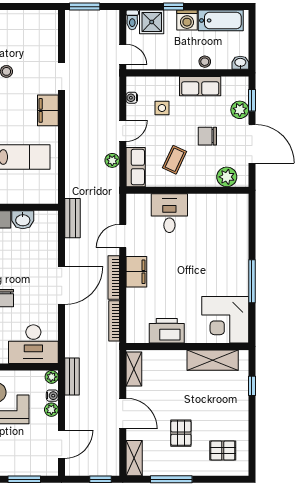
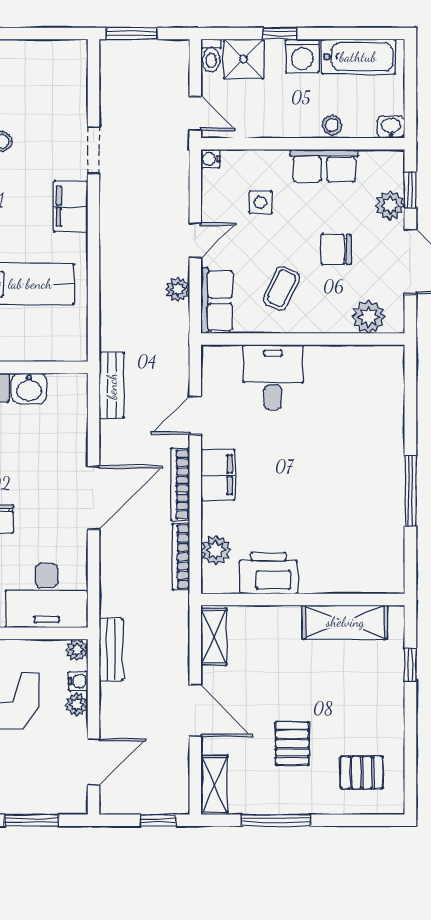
water cooler: (132, 98) -> (210, 159), moved
plant: (135, 317) -> (216, 550), added
corner desk: (225, 320) -> (366, 555), removed

